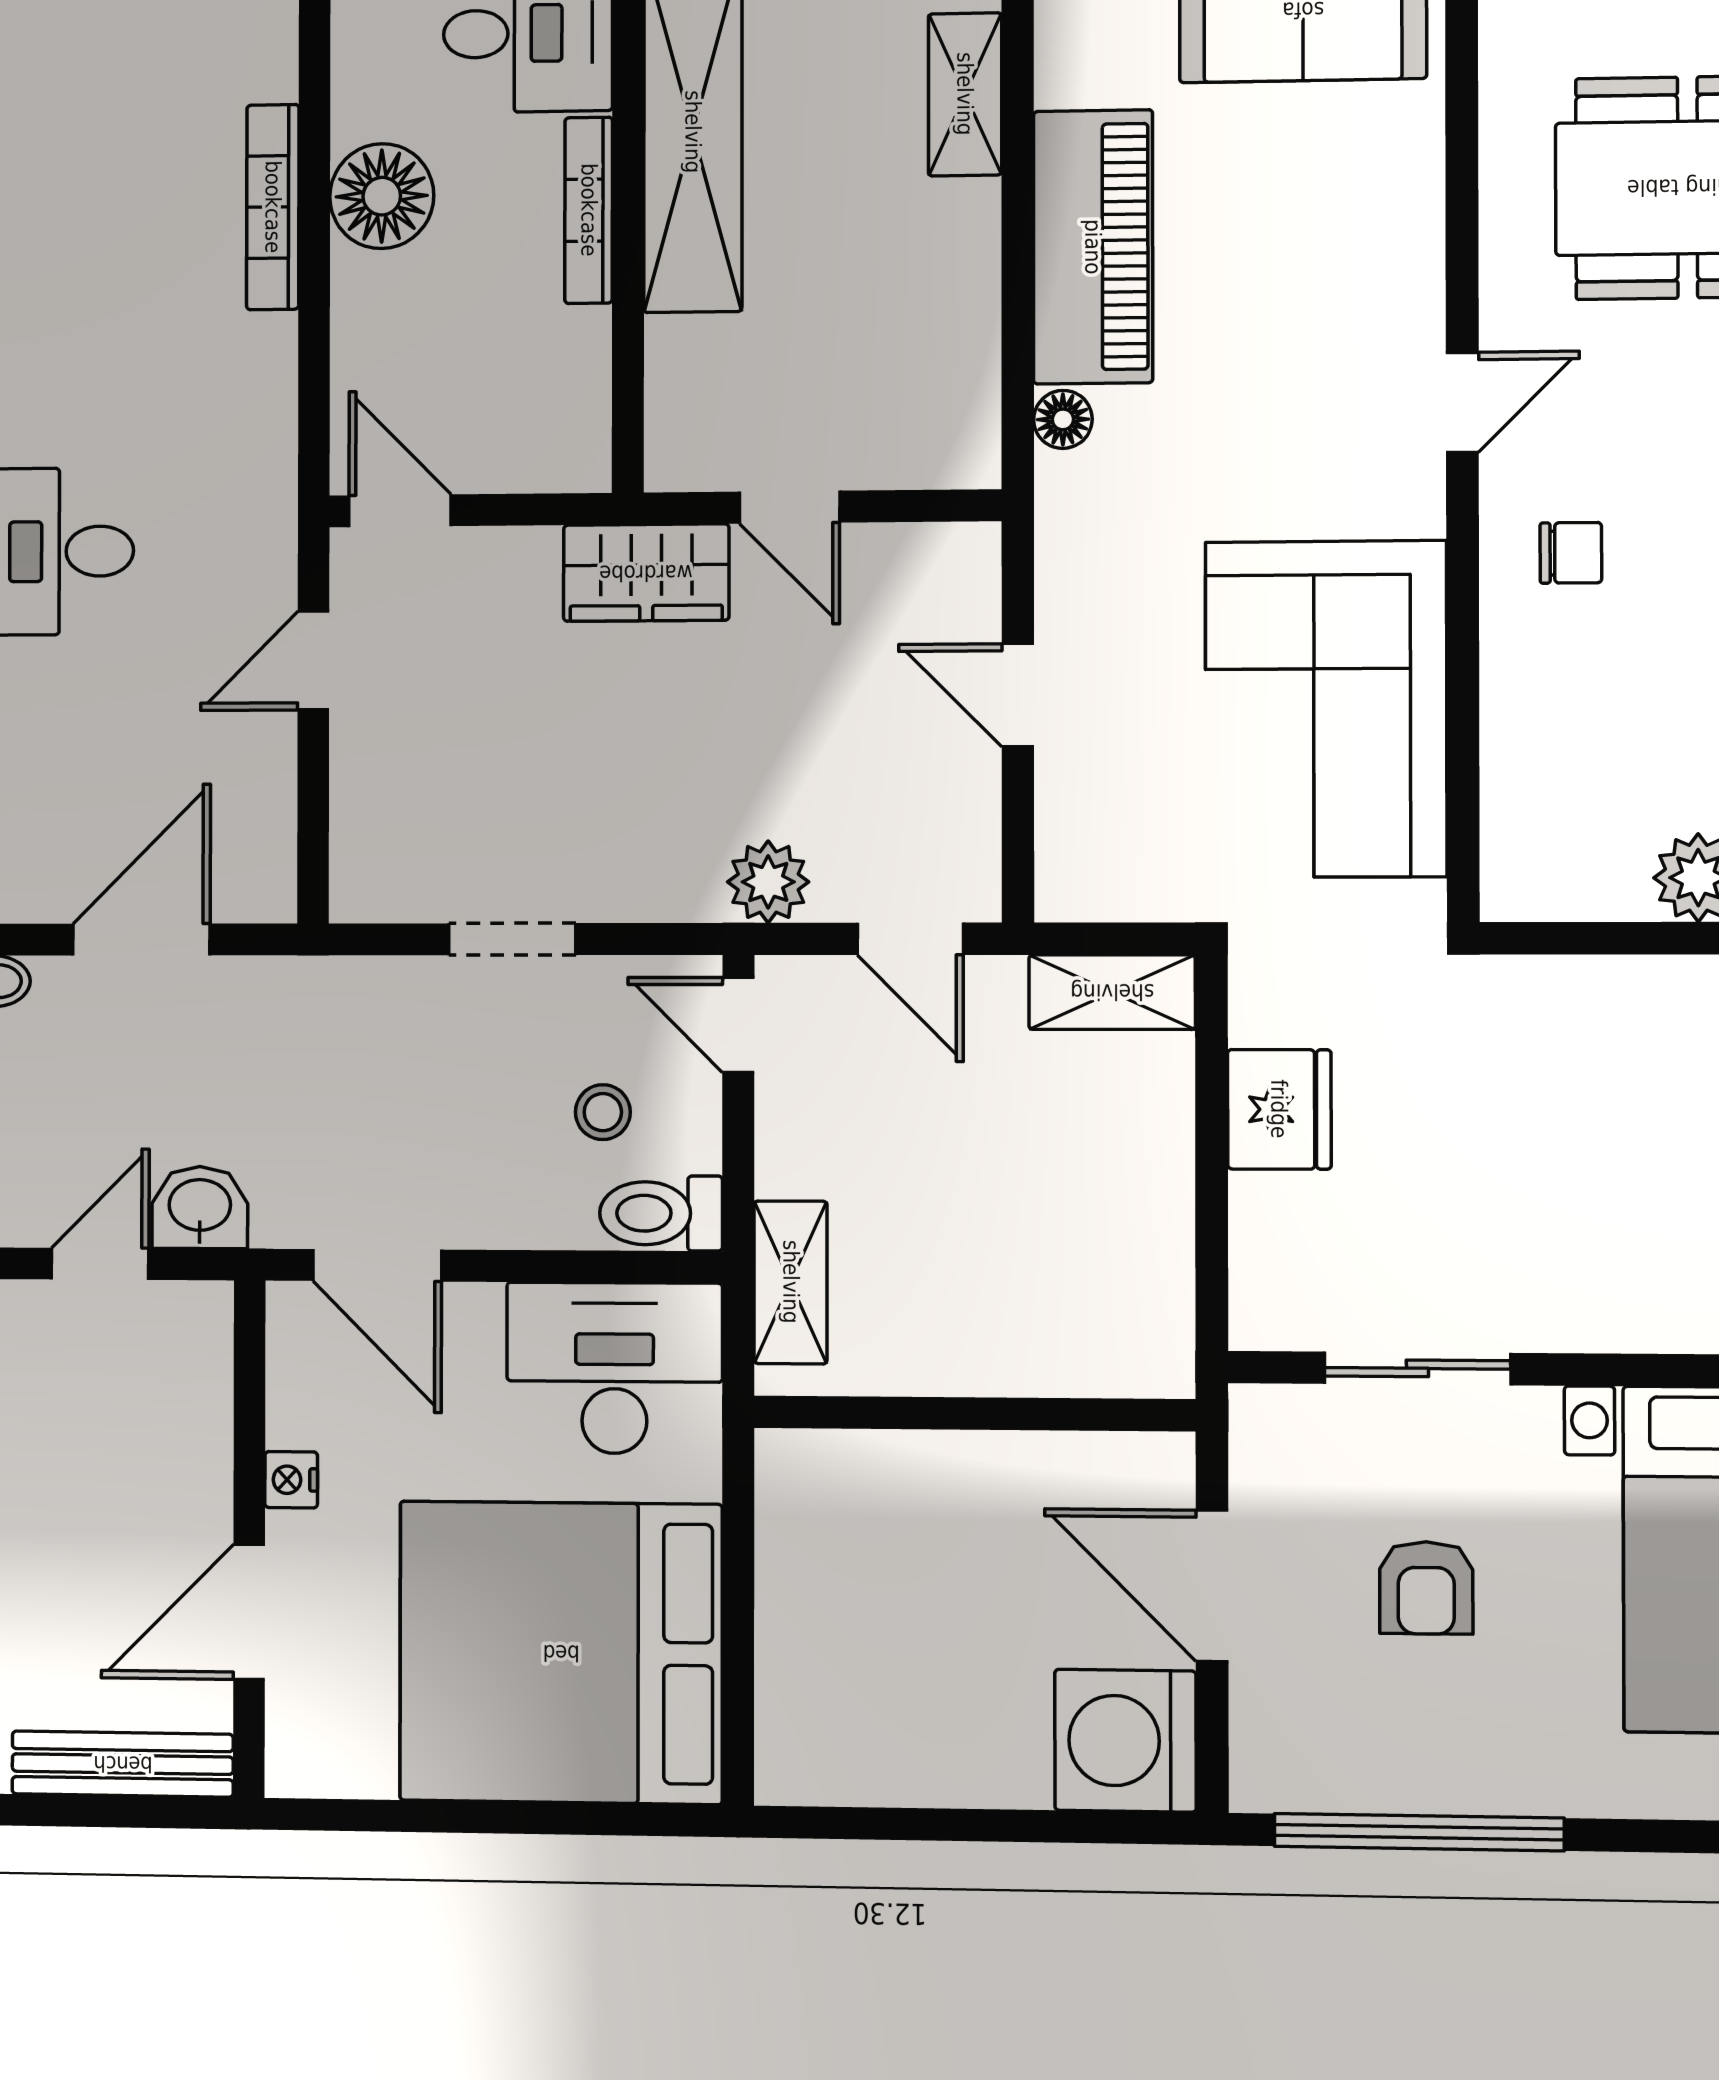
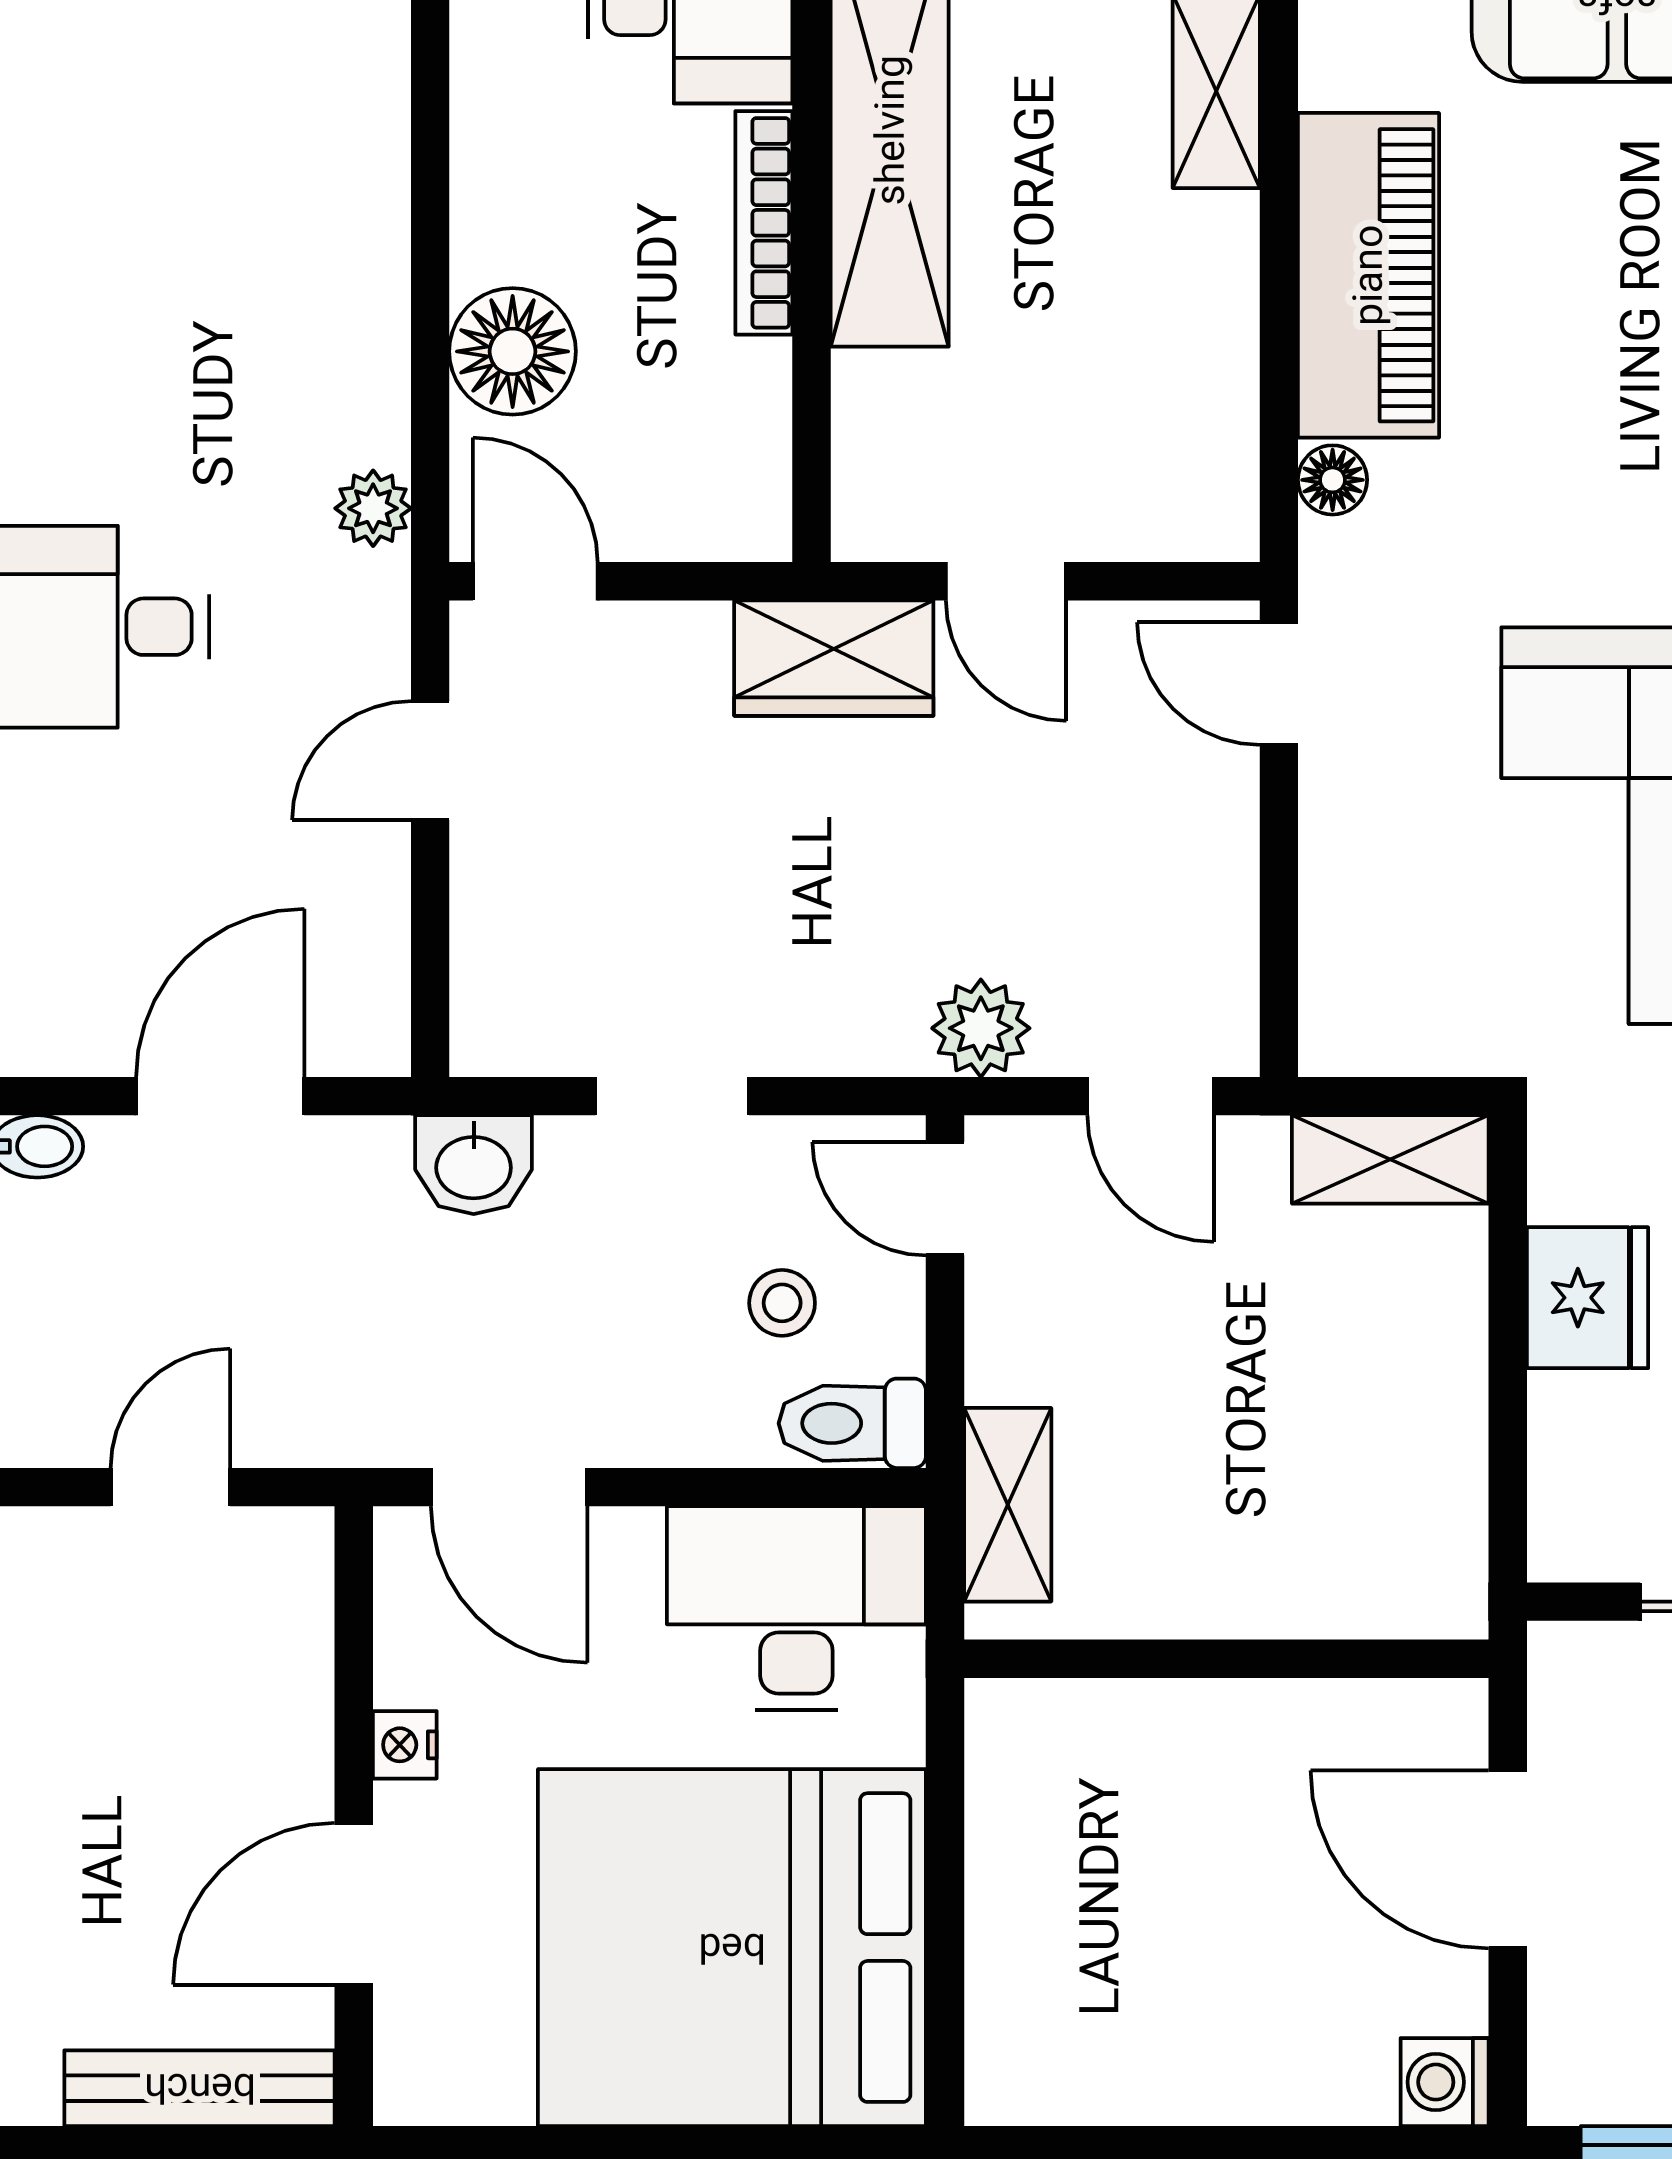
floor lamp: (382, 196) -> (513, 351), moved
bookcase: (273, 207) -> (379, 213), removed
plant: (267, 451) -> (373, 508), added
door: (1018, 695) -> (1279, 683), moved
washbasin: (200, 1207) -> (474, 1165), moved, turned 180
washing machine: (1125, 1741) -> (1445, 2082), width x0.53, depth x0.53

